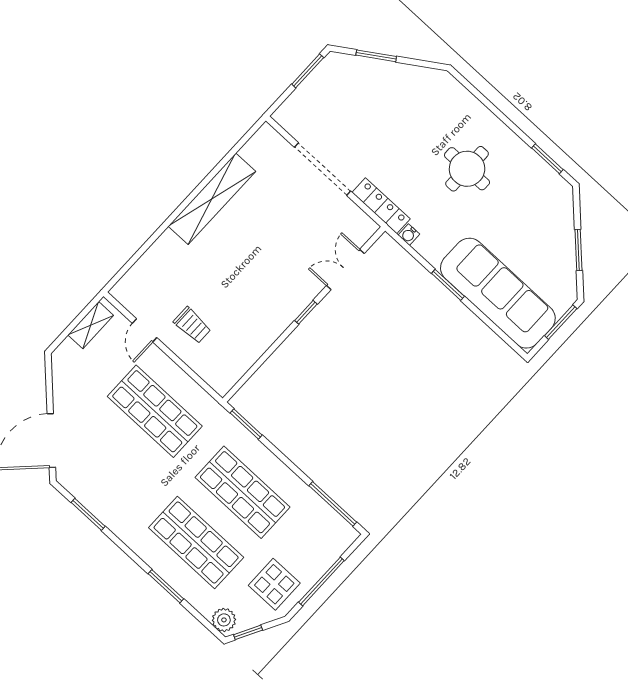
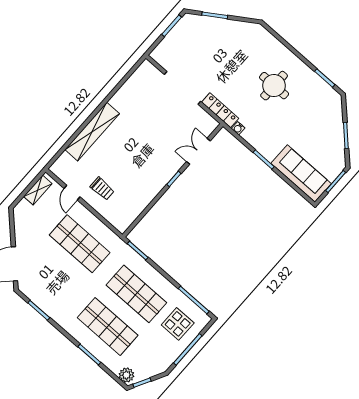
shelving: (212, 199) -> (92, 132), moved
sofa: (498, 293) -> (301, 174), width x0.74, depth x0.79
display table: (274, 584) -> (178, 324), moved

